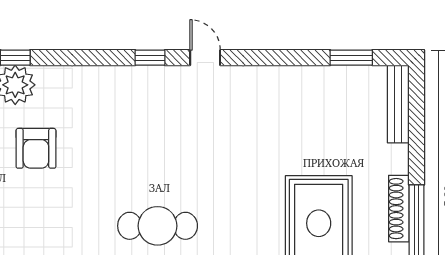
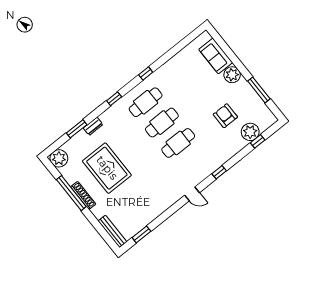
window: (150, 58) -> (219, 172), moved
cafe table: (158, 167) -> (178, 143), added

